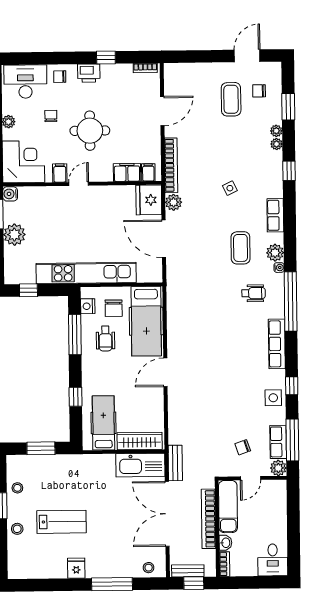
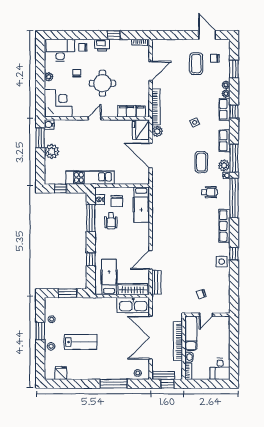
door: (247, 56) -> (207, 35), hinge flipped
filing cabinet: (60, 173) -> (82, 111), removed
kitchen unit: (86, 273) -> (90, 177), width x0.73
hospital bed: (146, 321) -> (141, 205), width x0.73, depth x0.78
door: (165, 372) -> (151, 260), moved
window: (292, 440) -> (234, 158), moved
row of seats: (278, 442) -> (225, 109), moved
bench: (175, 463) -> (156, 282), moved
plant: (278, 468) -> (224, 308), removed
fridge: (76, 568) -> (61, 373), moved

